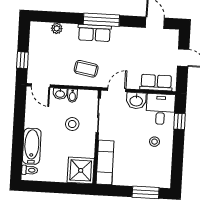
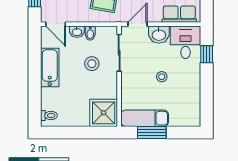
stool: (154, 142) -> (162, 77), moved
bathtub: (32, 146) -> (50, 67), moved
exam couch: (105, 162) -> (145, 118), moved, turned -90
window: (146, 192) -> (152, 132), moved

